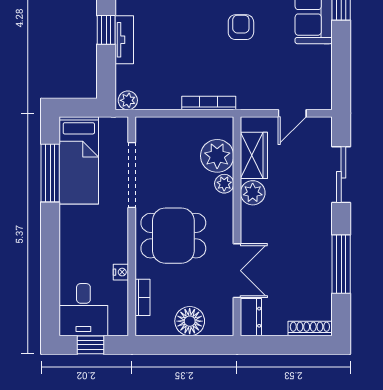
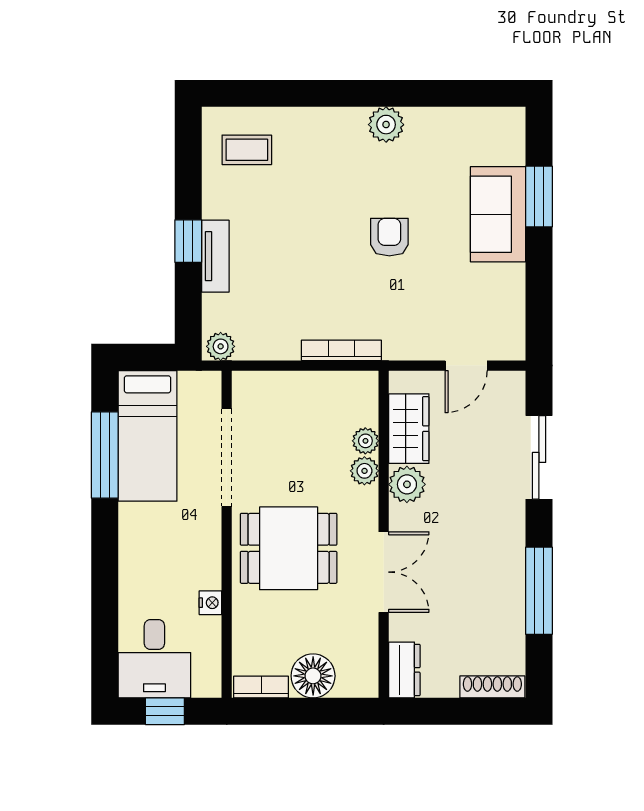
plant: (217, 156) -> (365, 441), width x0.53, depth x0.53
double door: (237, 271) -> (384, 572), moved
bookcase: (143, 297) -> (261, 687), moved, turned -90

